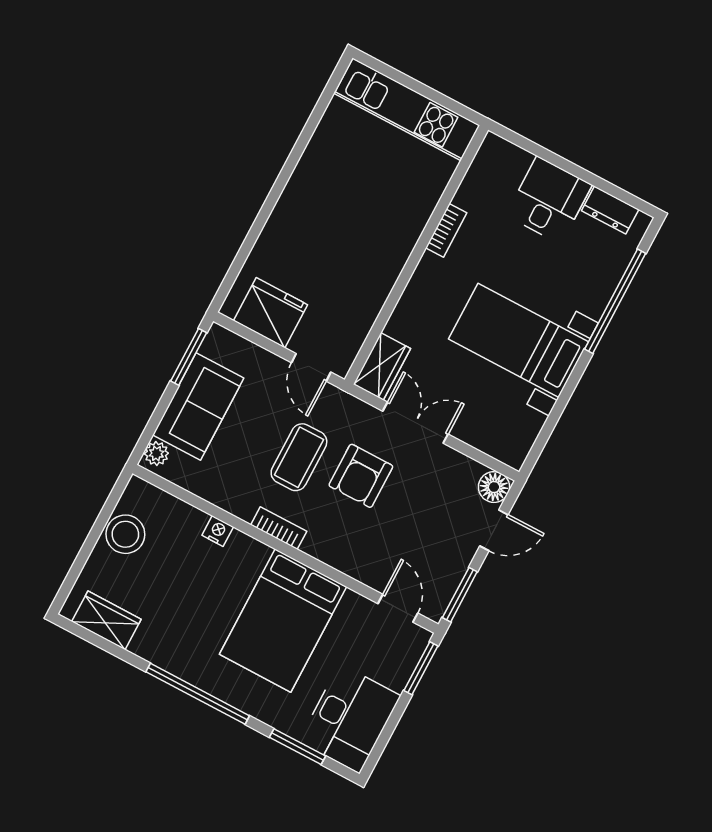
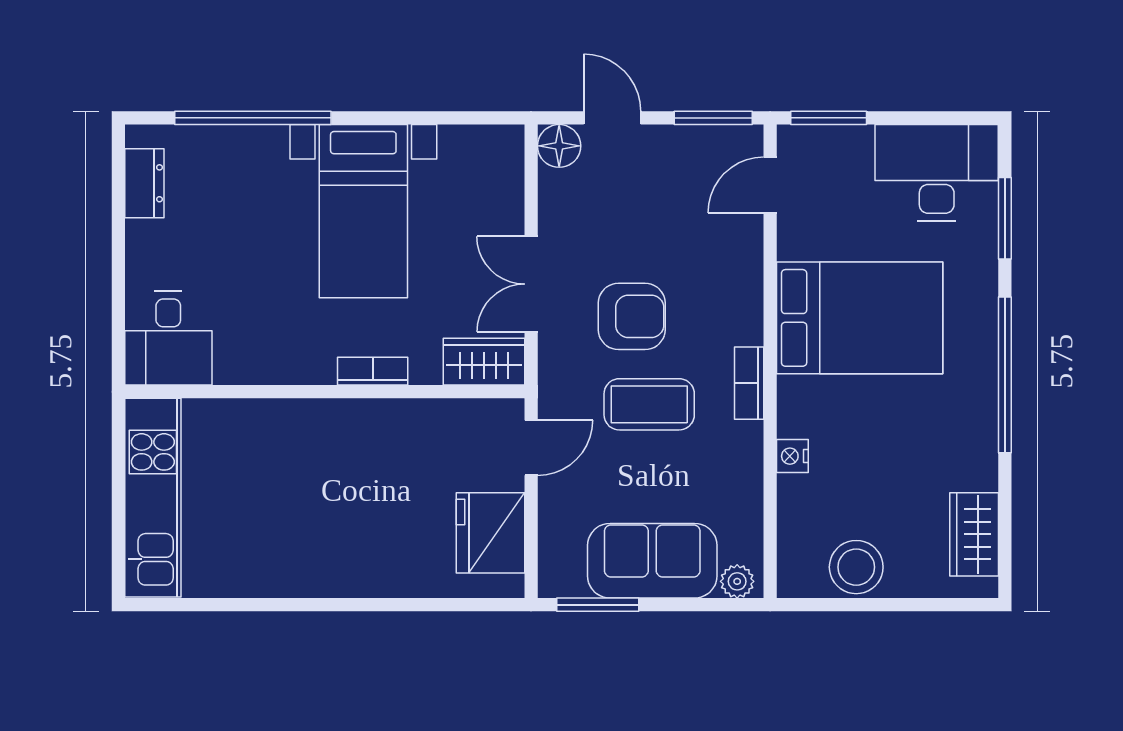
desk: (549, 200) -> (168, 338), moved, turned -90
bookcase: (446, 230) -> (373, 371), moved

